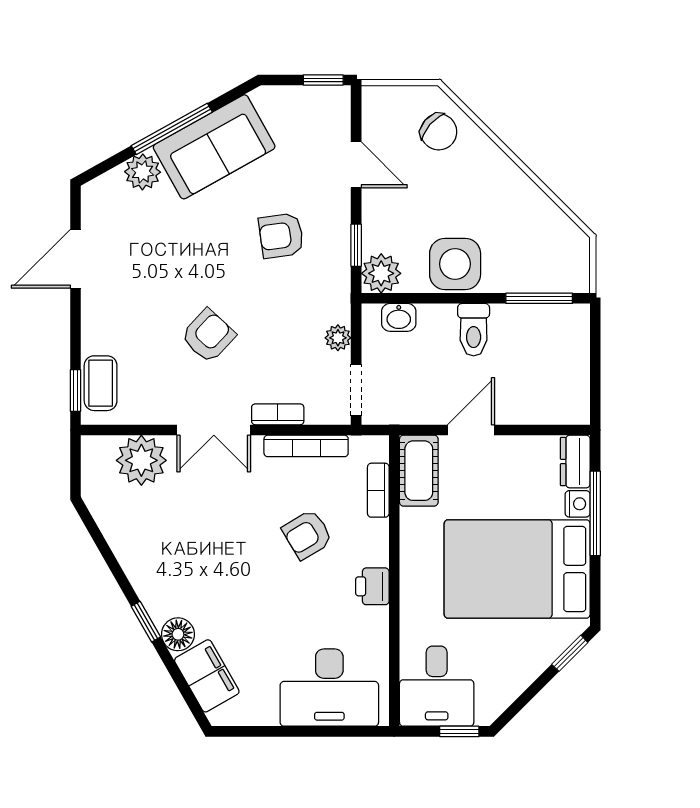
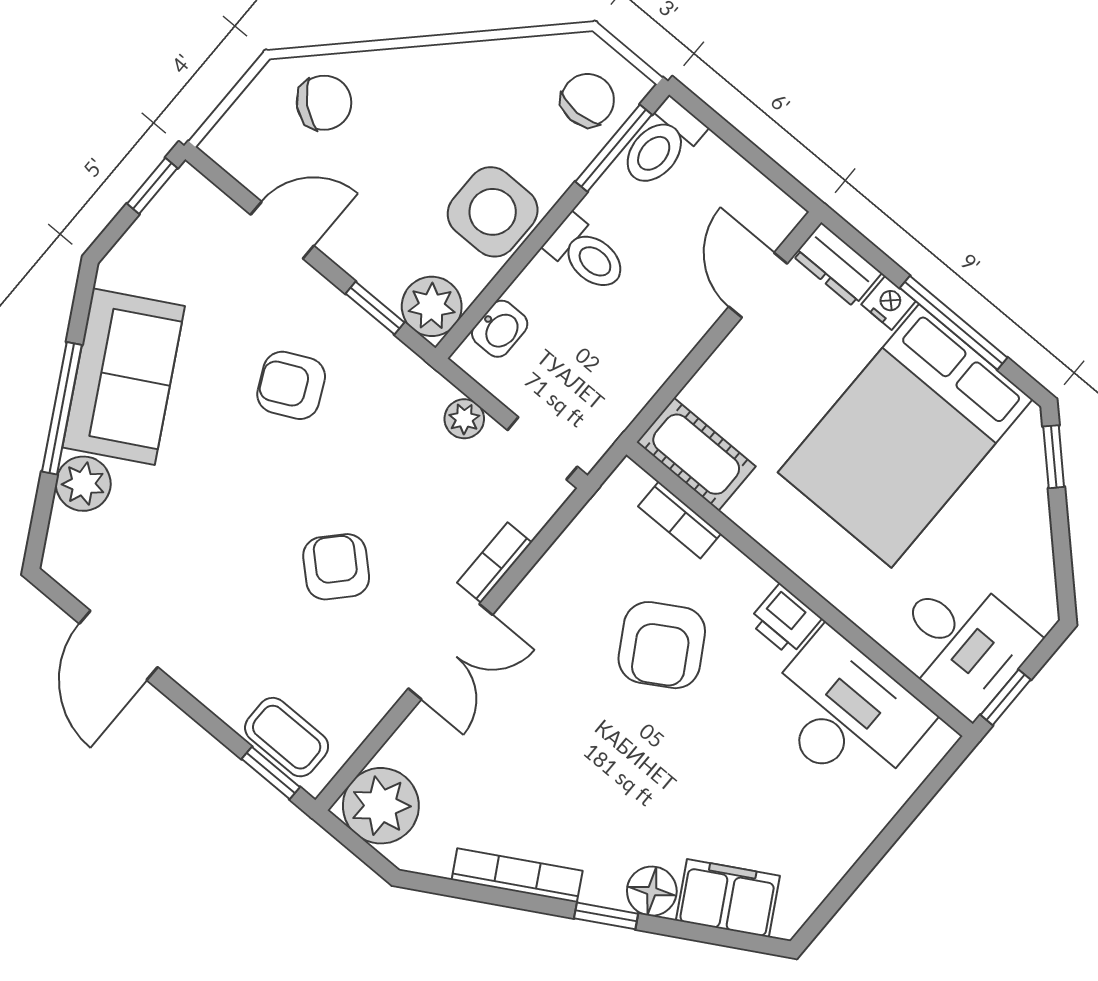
armchair: (281, 236) -> (291, 385), turned 72
chair: (552, 265) -> (588, 100), added
toilet: (561, 321) -> (661, 144), added
door: (471, 430) -> (758, 285), moved
bookcase: (306, 446) -> (517, 875), moved, turned -120
plant: (141, 460) -> (381, 806), moved
window: (595, 513) -> (954, 323), moved
armchair: (307, 535) -> (662, 645), width x1.38, depth x1.38
desk: (329, 688) -> (845, 714), moved, turned -90
window: (459, 731) -> (1006, 697), moved

